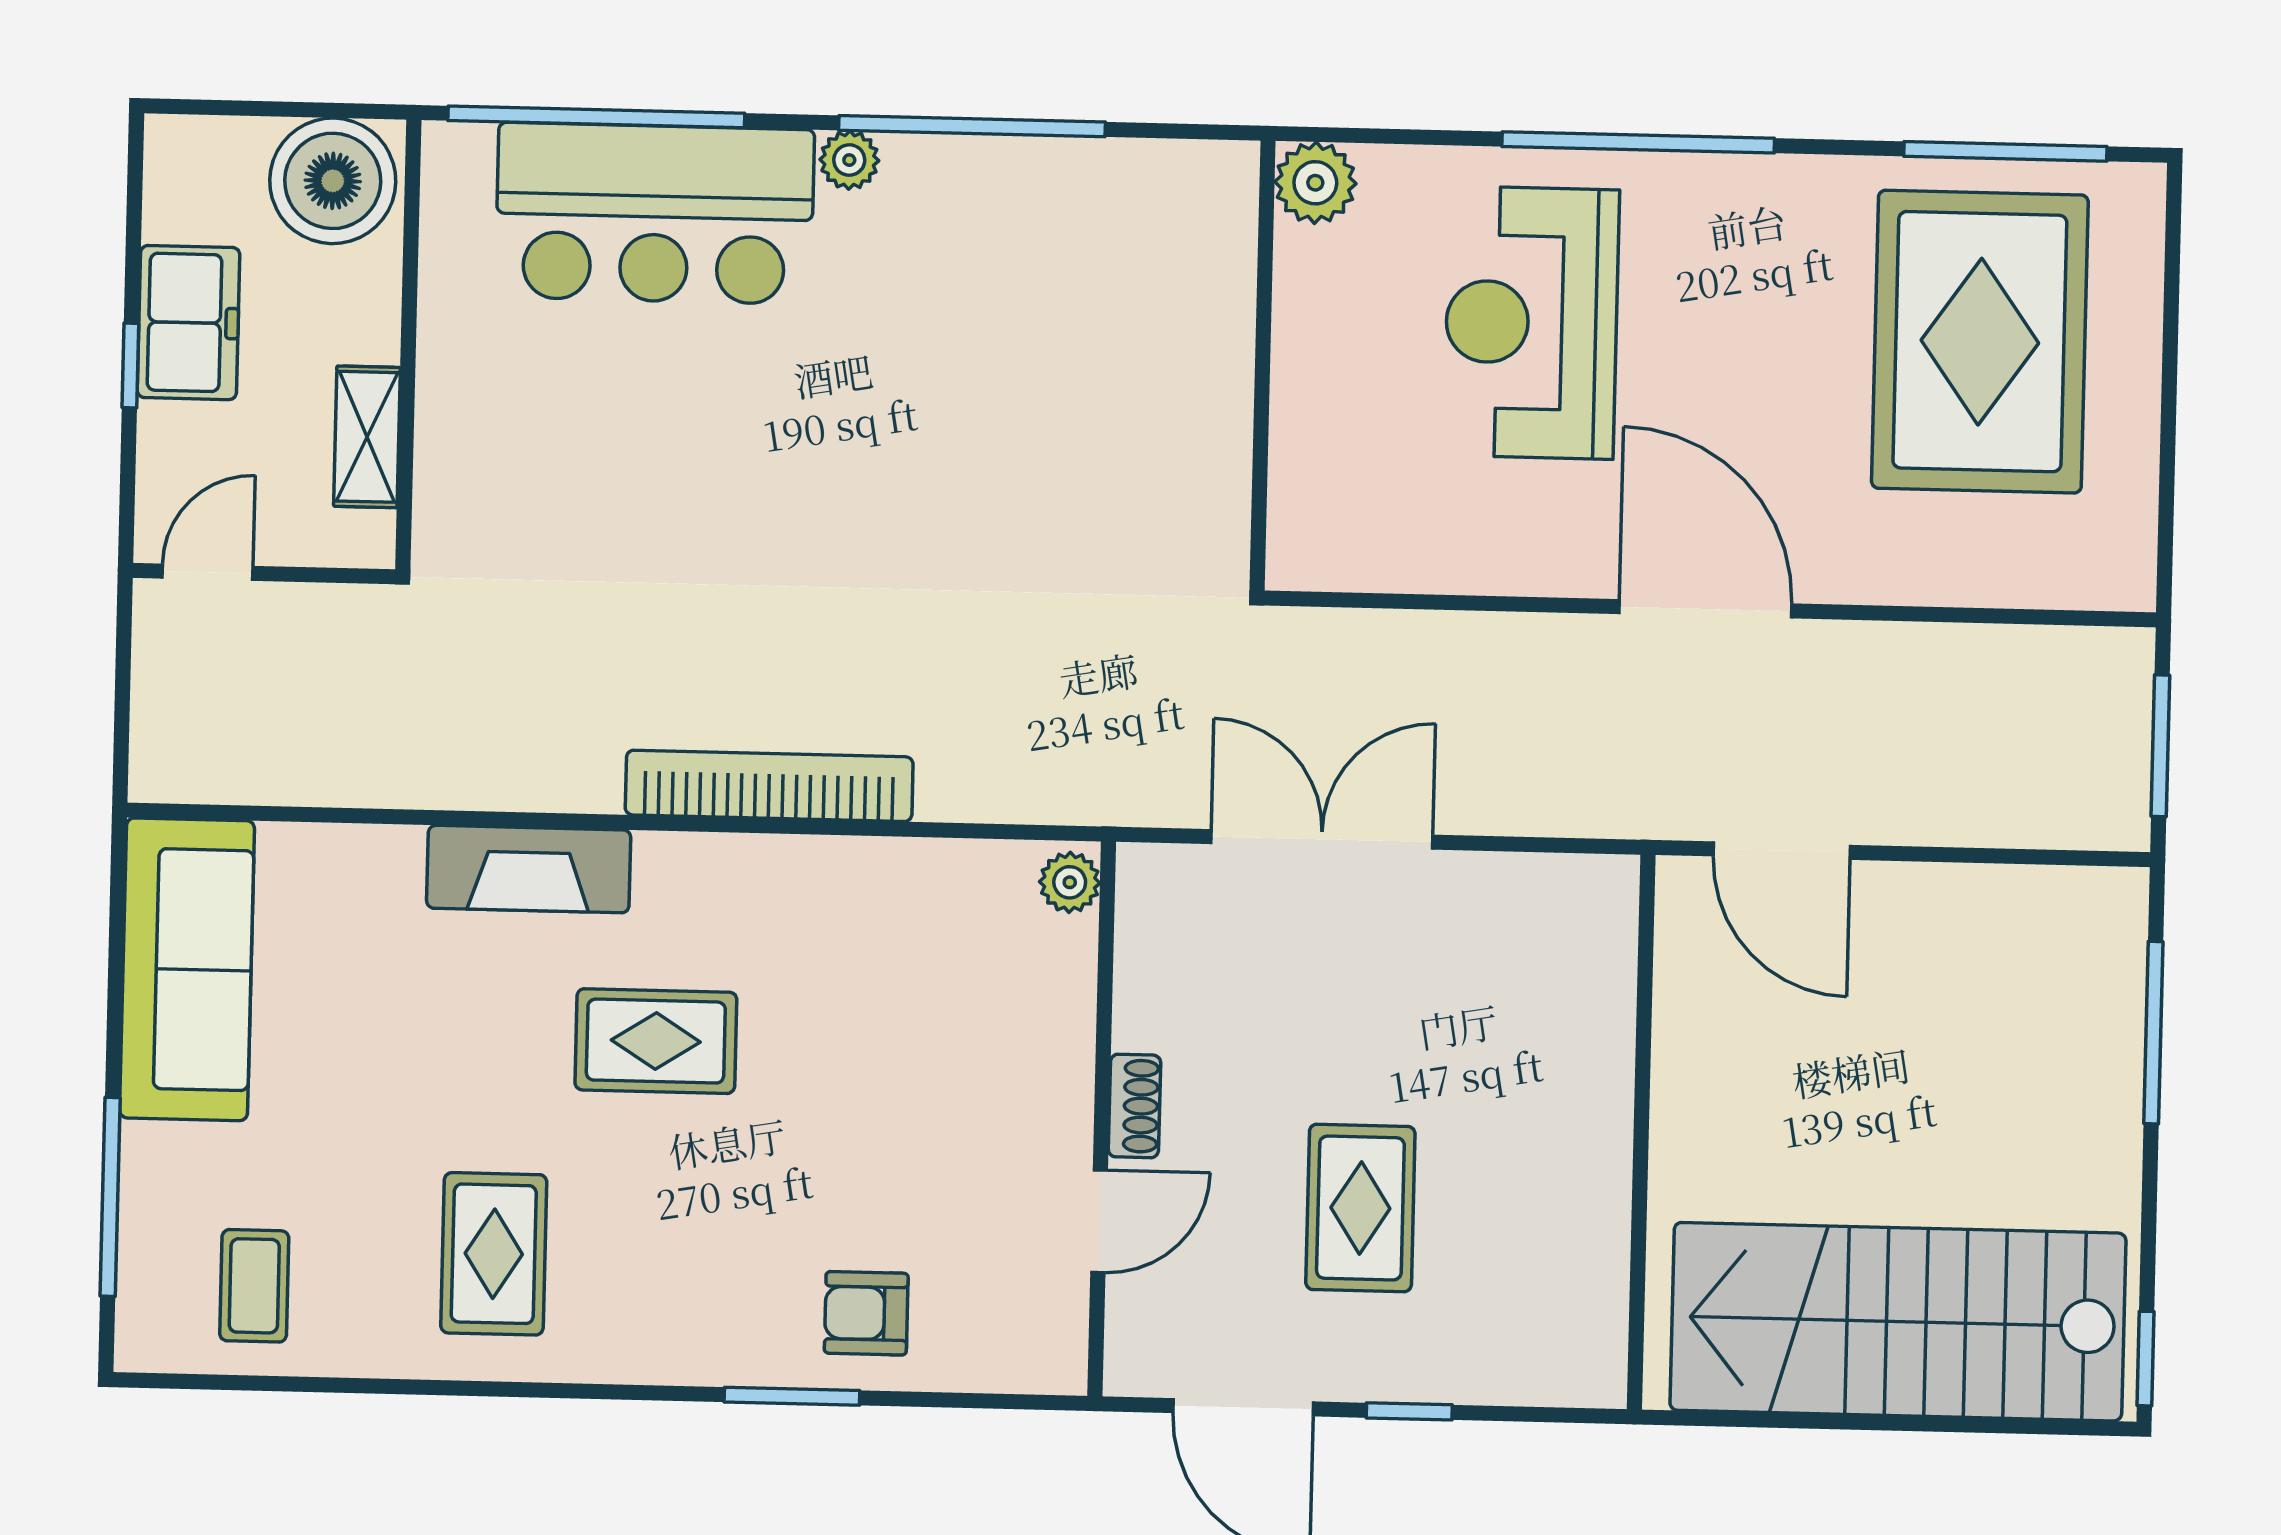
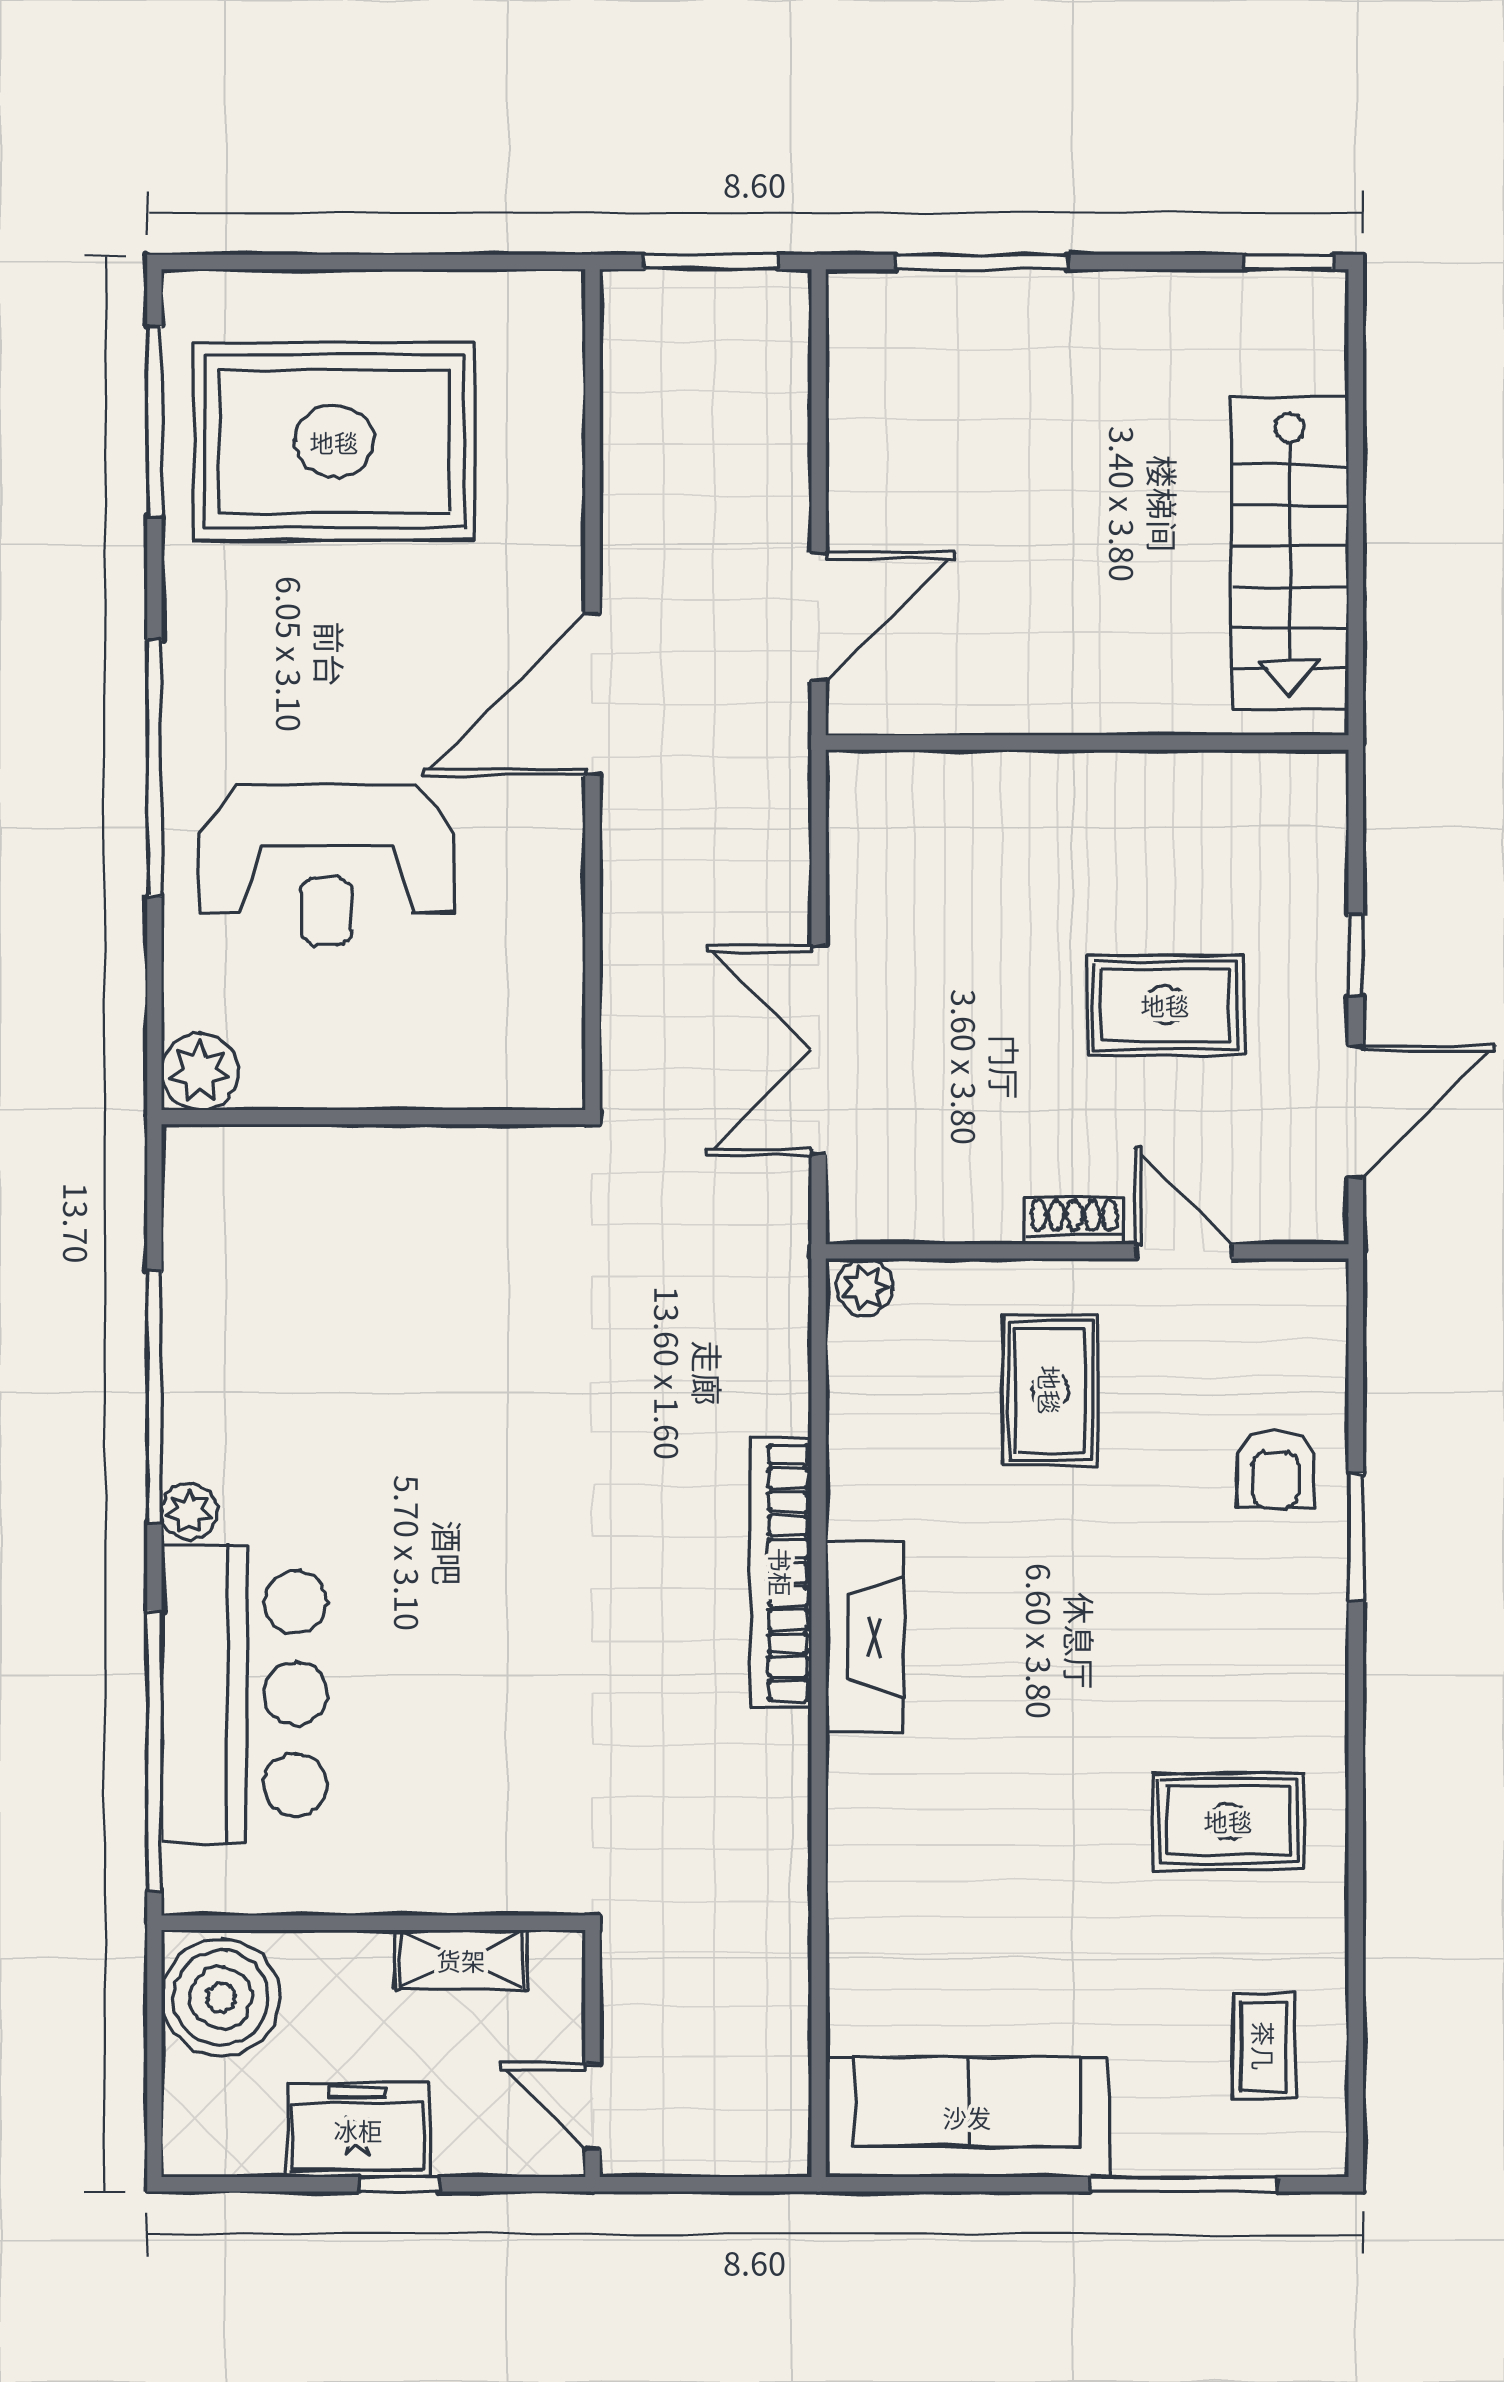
fireplace: (529, 869) -> (865, 1637), moved
rug: (656, 1041) -> (1050, 1390), moved
coffee table: (254, 1286) -> (1264, 2046), turned 90
stairs: (1898, 1322) -> (1290, 553), width x0.73, depth x0.66

